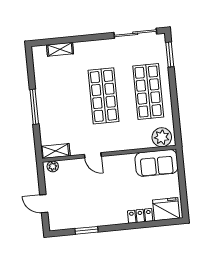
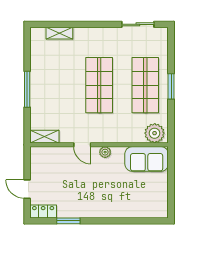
sliding door: (135, 33) -> (138, 24), width x0.73
window: (170, 54) -> (171, 86), moved
plant: (53, 166) -> (105, 152), moved
fridge: (166, 209) -> (152, 207), removed
locker: (140, 216) -> (43, 211), moved

